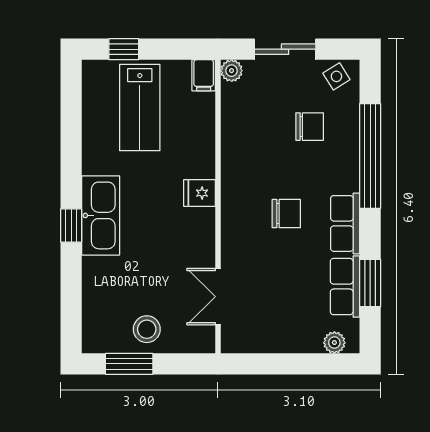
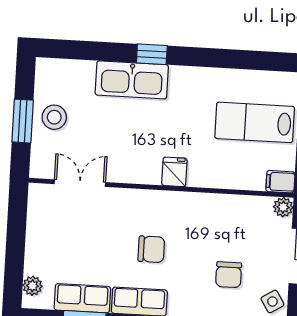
chair: (286, 214) -> (151, 249), turned -90
kitchen sink: (101, 215) -> (132, 80), moved
window: (129, 364) -> (23, 121), moved

